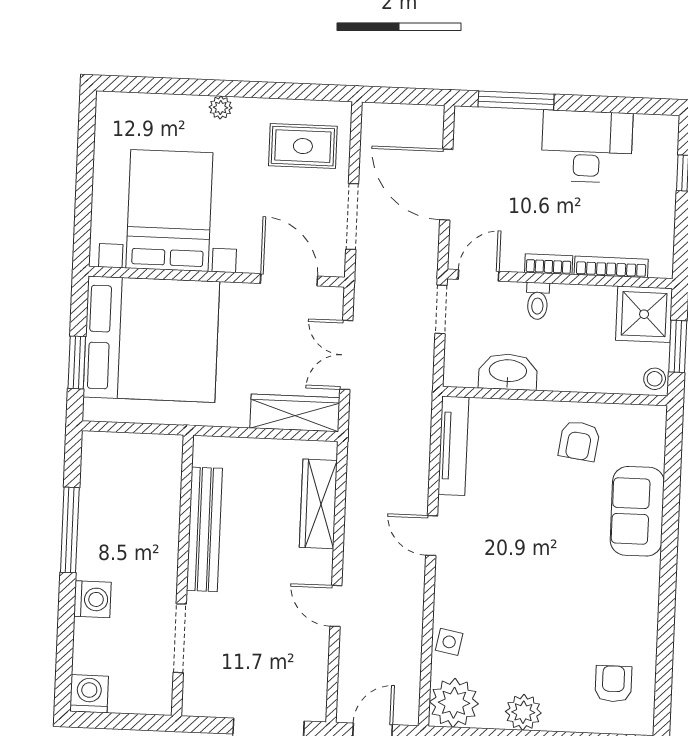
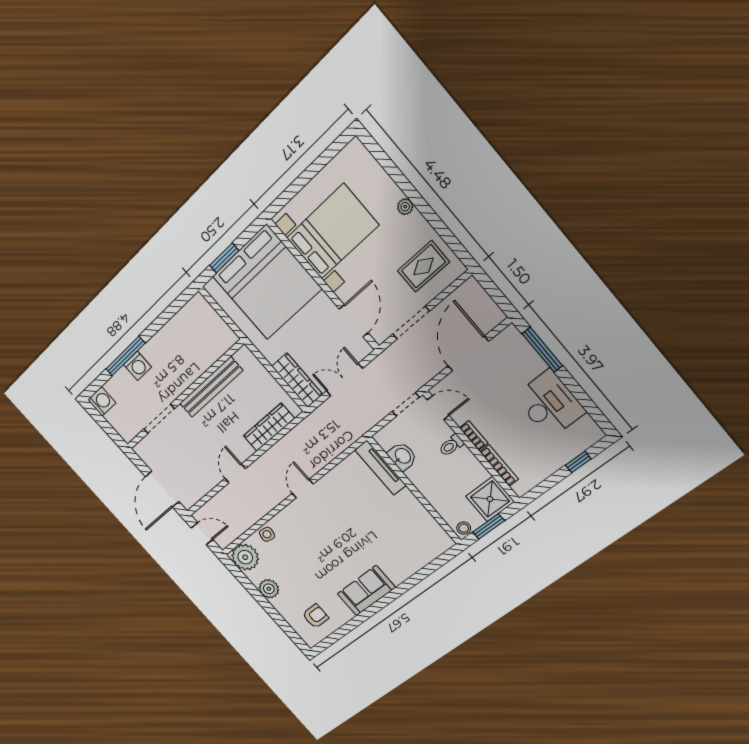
rug: (303, 146) -> (423, 266), turned 90
washbasin: (508, 372) -> (402, 456), width x0.72
armchair: (579, 441) -> (404, 518), removed
tv unit: (453, 446) -> (381, 468), moved, turned 90
sofa: (637, 511) -> (366, 591), moved
window: (70, 530) -> (125, 356), moved

